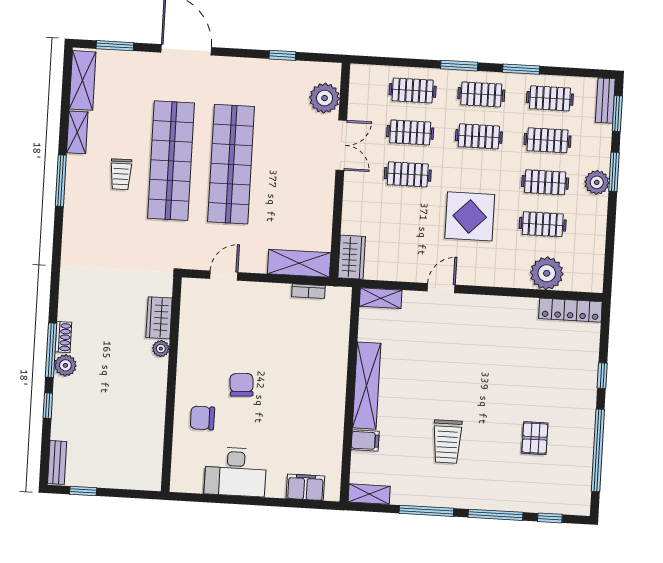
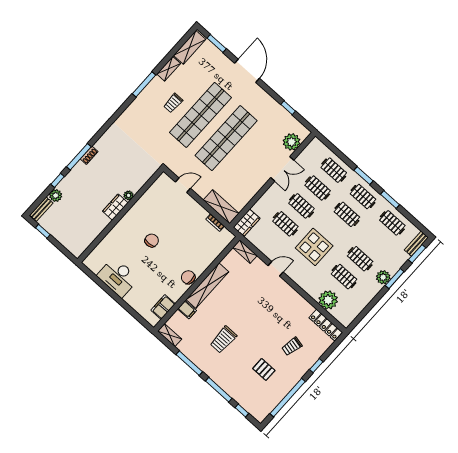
clothes rail: (548, 140) -> (285, 224), moved
wardrobe: (159, 318) -> (115, 207), moved
plant: (65, 365) -> (56, 196), moved
trolley: (548, 376) -> (292, 346), added
chair: (202, 418) -> (188, 277), moved
pallet: (535, 438) -> (264, 369), turned 90
filing cabinet: (305, 487) -> (163, 307), moved, turned -90

